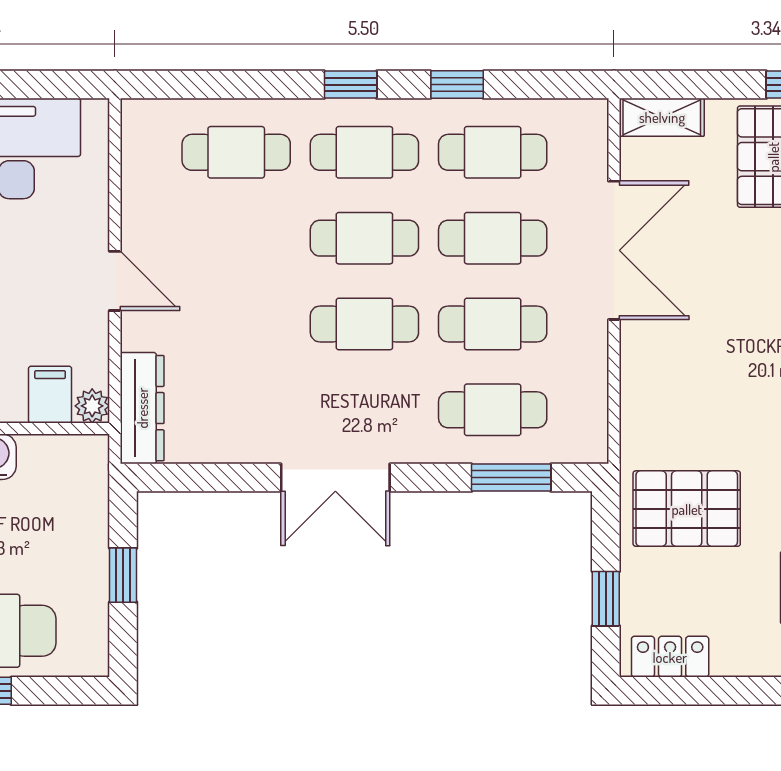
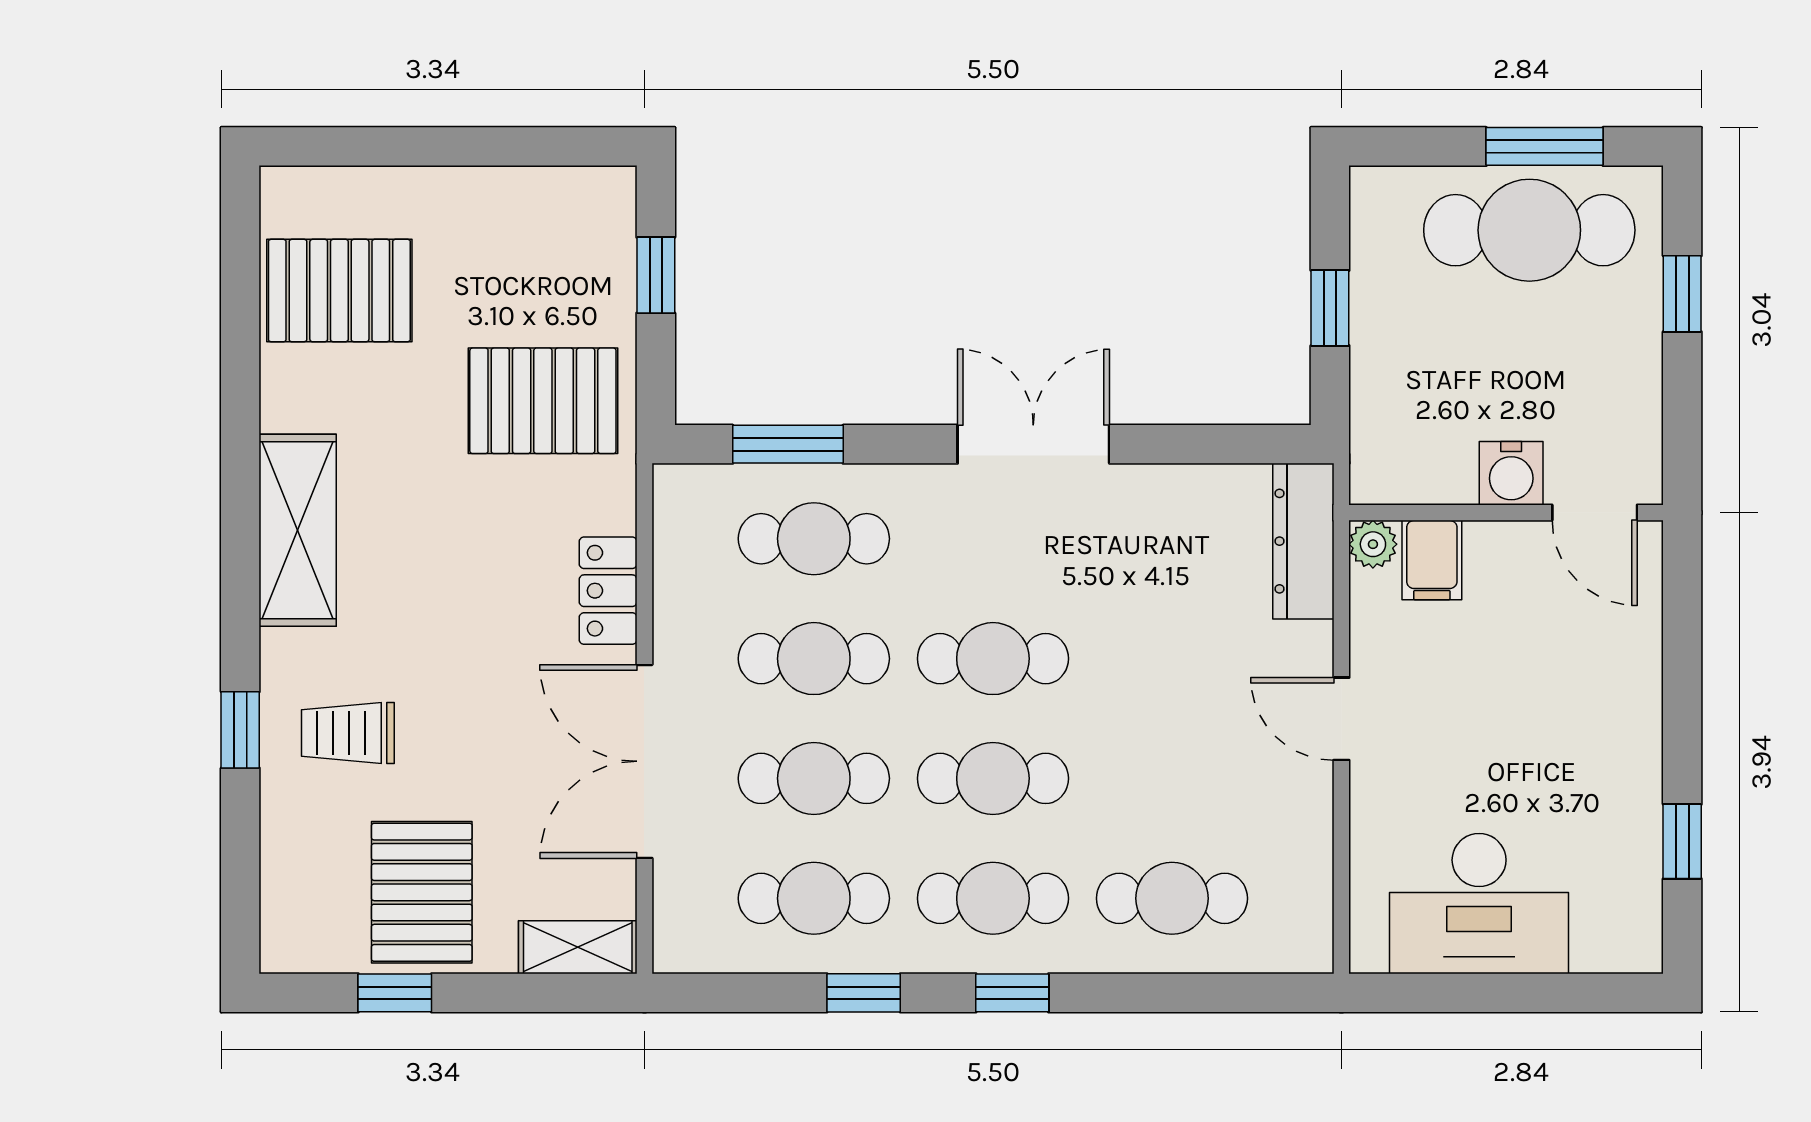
locker: (670, 657) -> (608, 591), moved, turned 90

